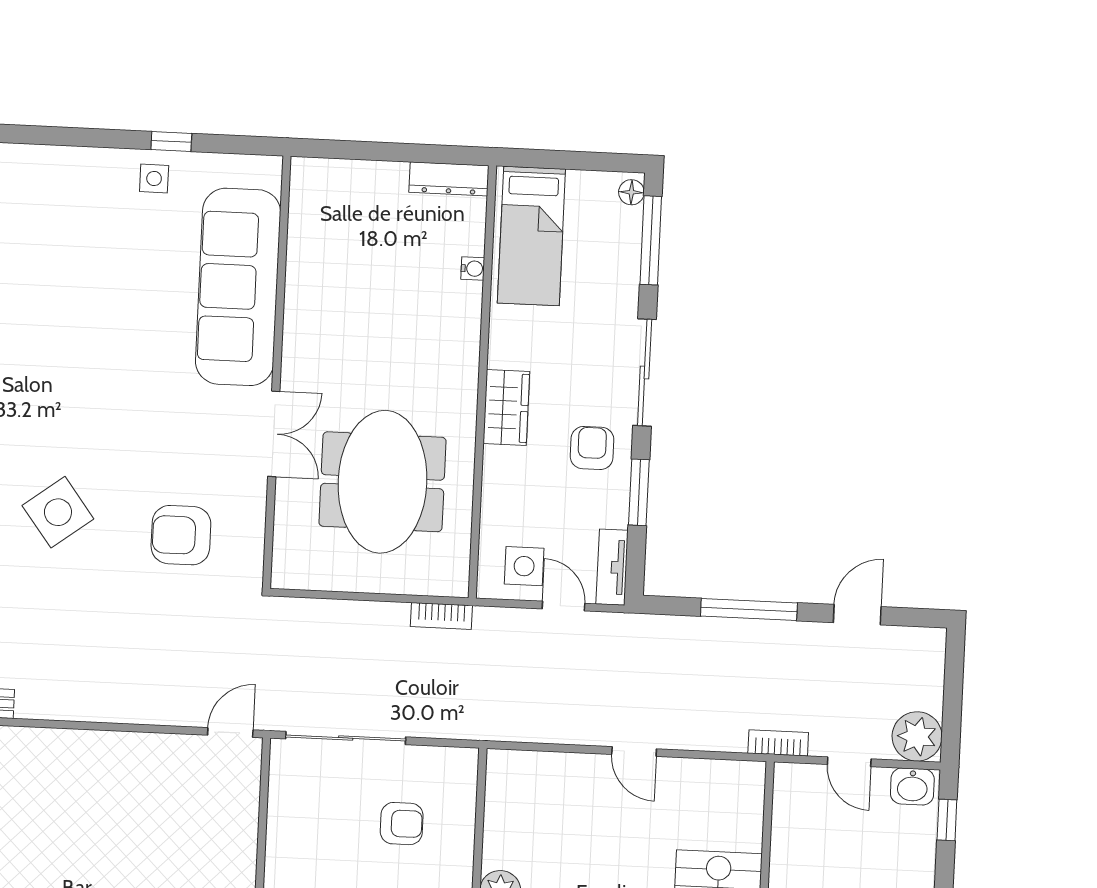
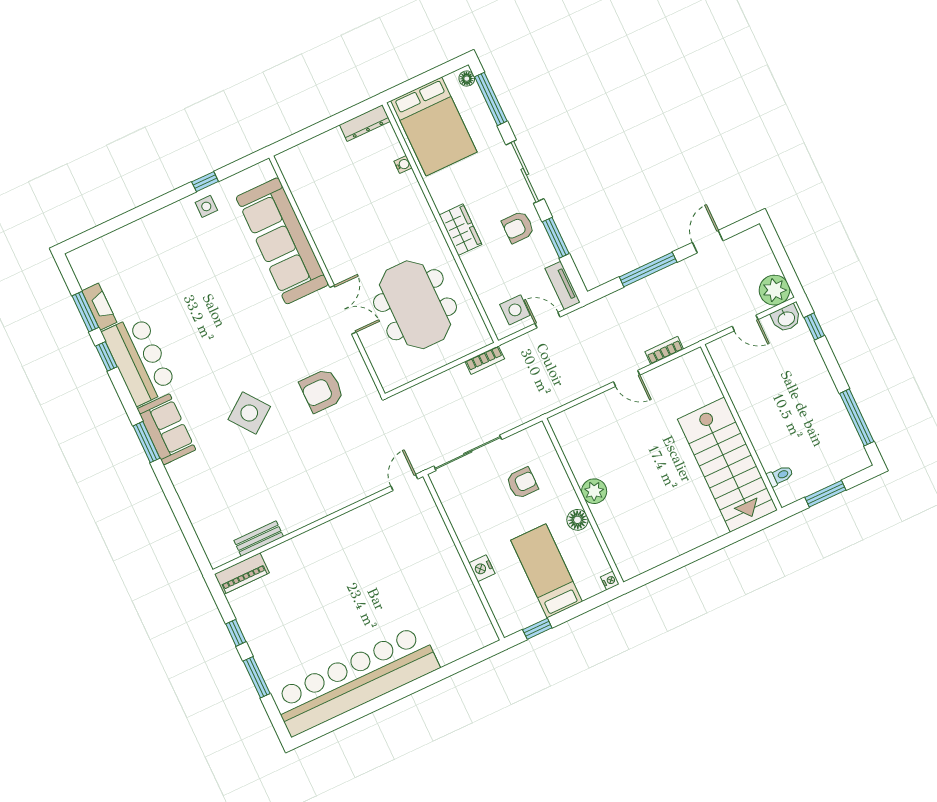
bed: (531, 236) -> (434, 126), width x1.50
armchair: (592, 448) -> (518, 227), turned -90
bookcase: (778, 743) -> (664, 350), moved

